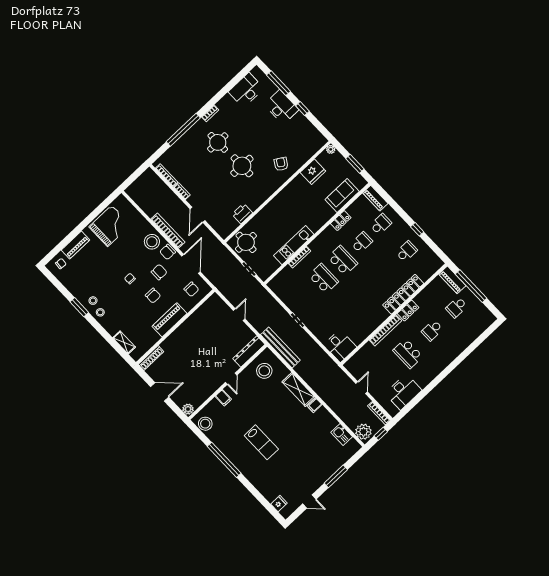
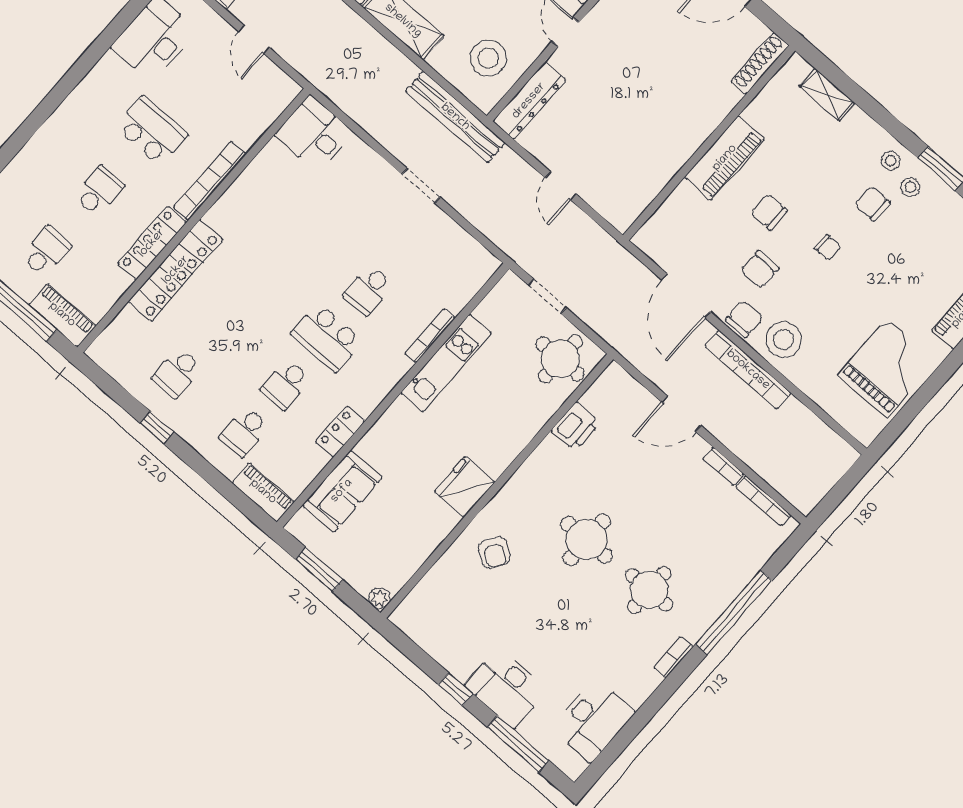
fridge: (313, 172) -> (465, 487), moved
door: (197, 215) -> (681, 414), swing flipped
grand piano: (110, 226) -> (887, 368), turned 180
school desk: (324, 279) -> (368, 290), width x0.54
chair: (191, 289) -> (873, 204), moved
locker: (408, 311) -> (152, 243), width x1.53

